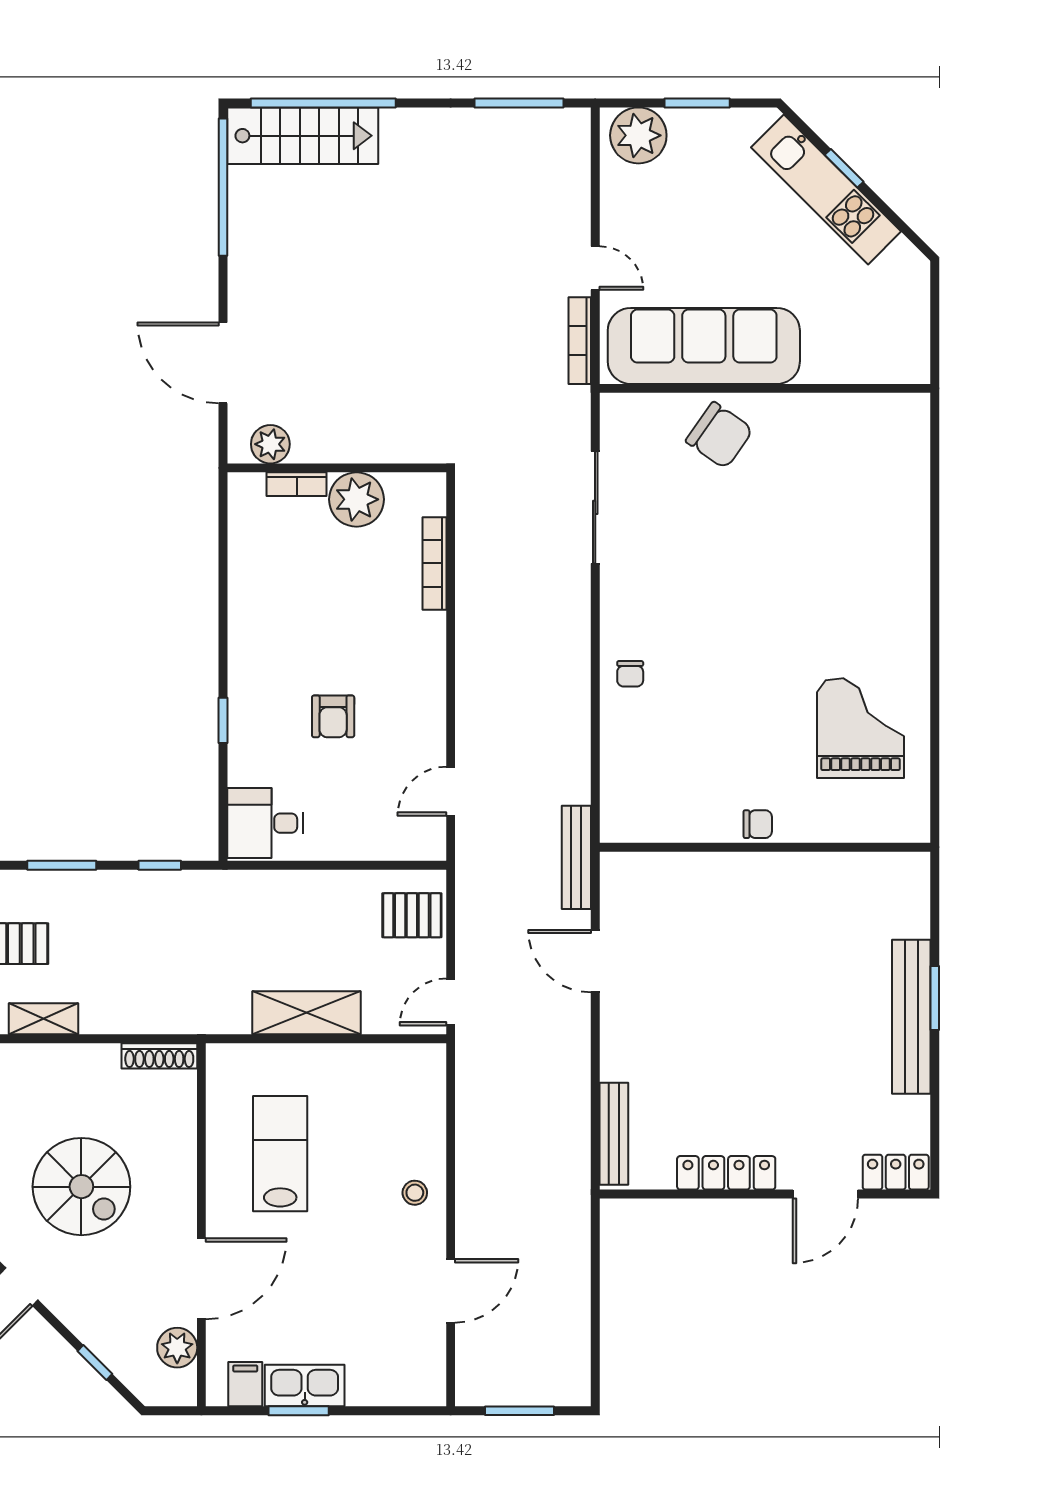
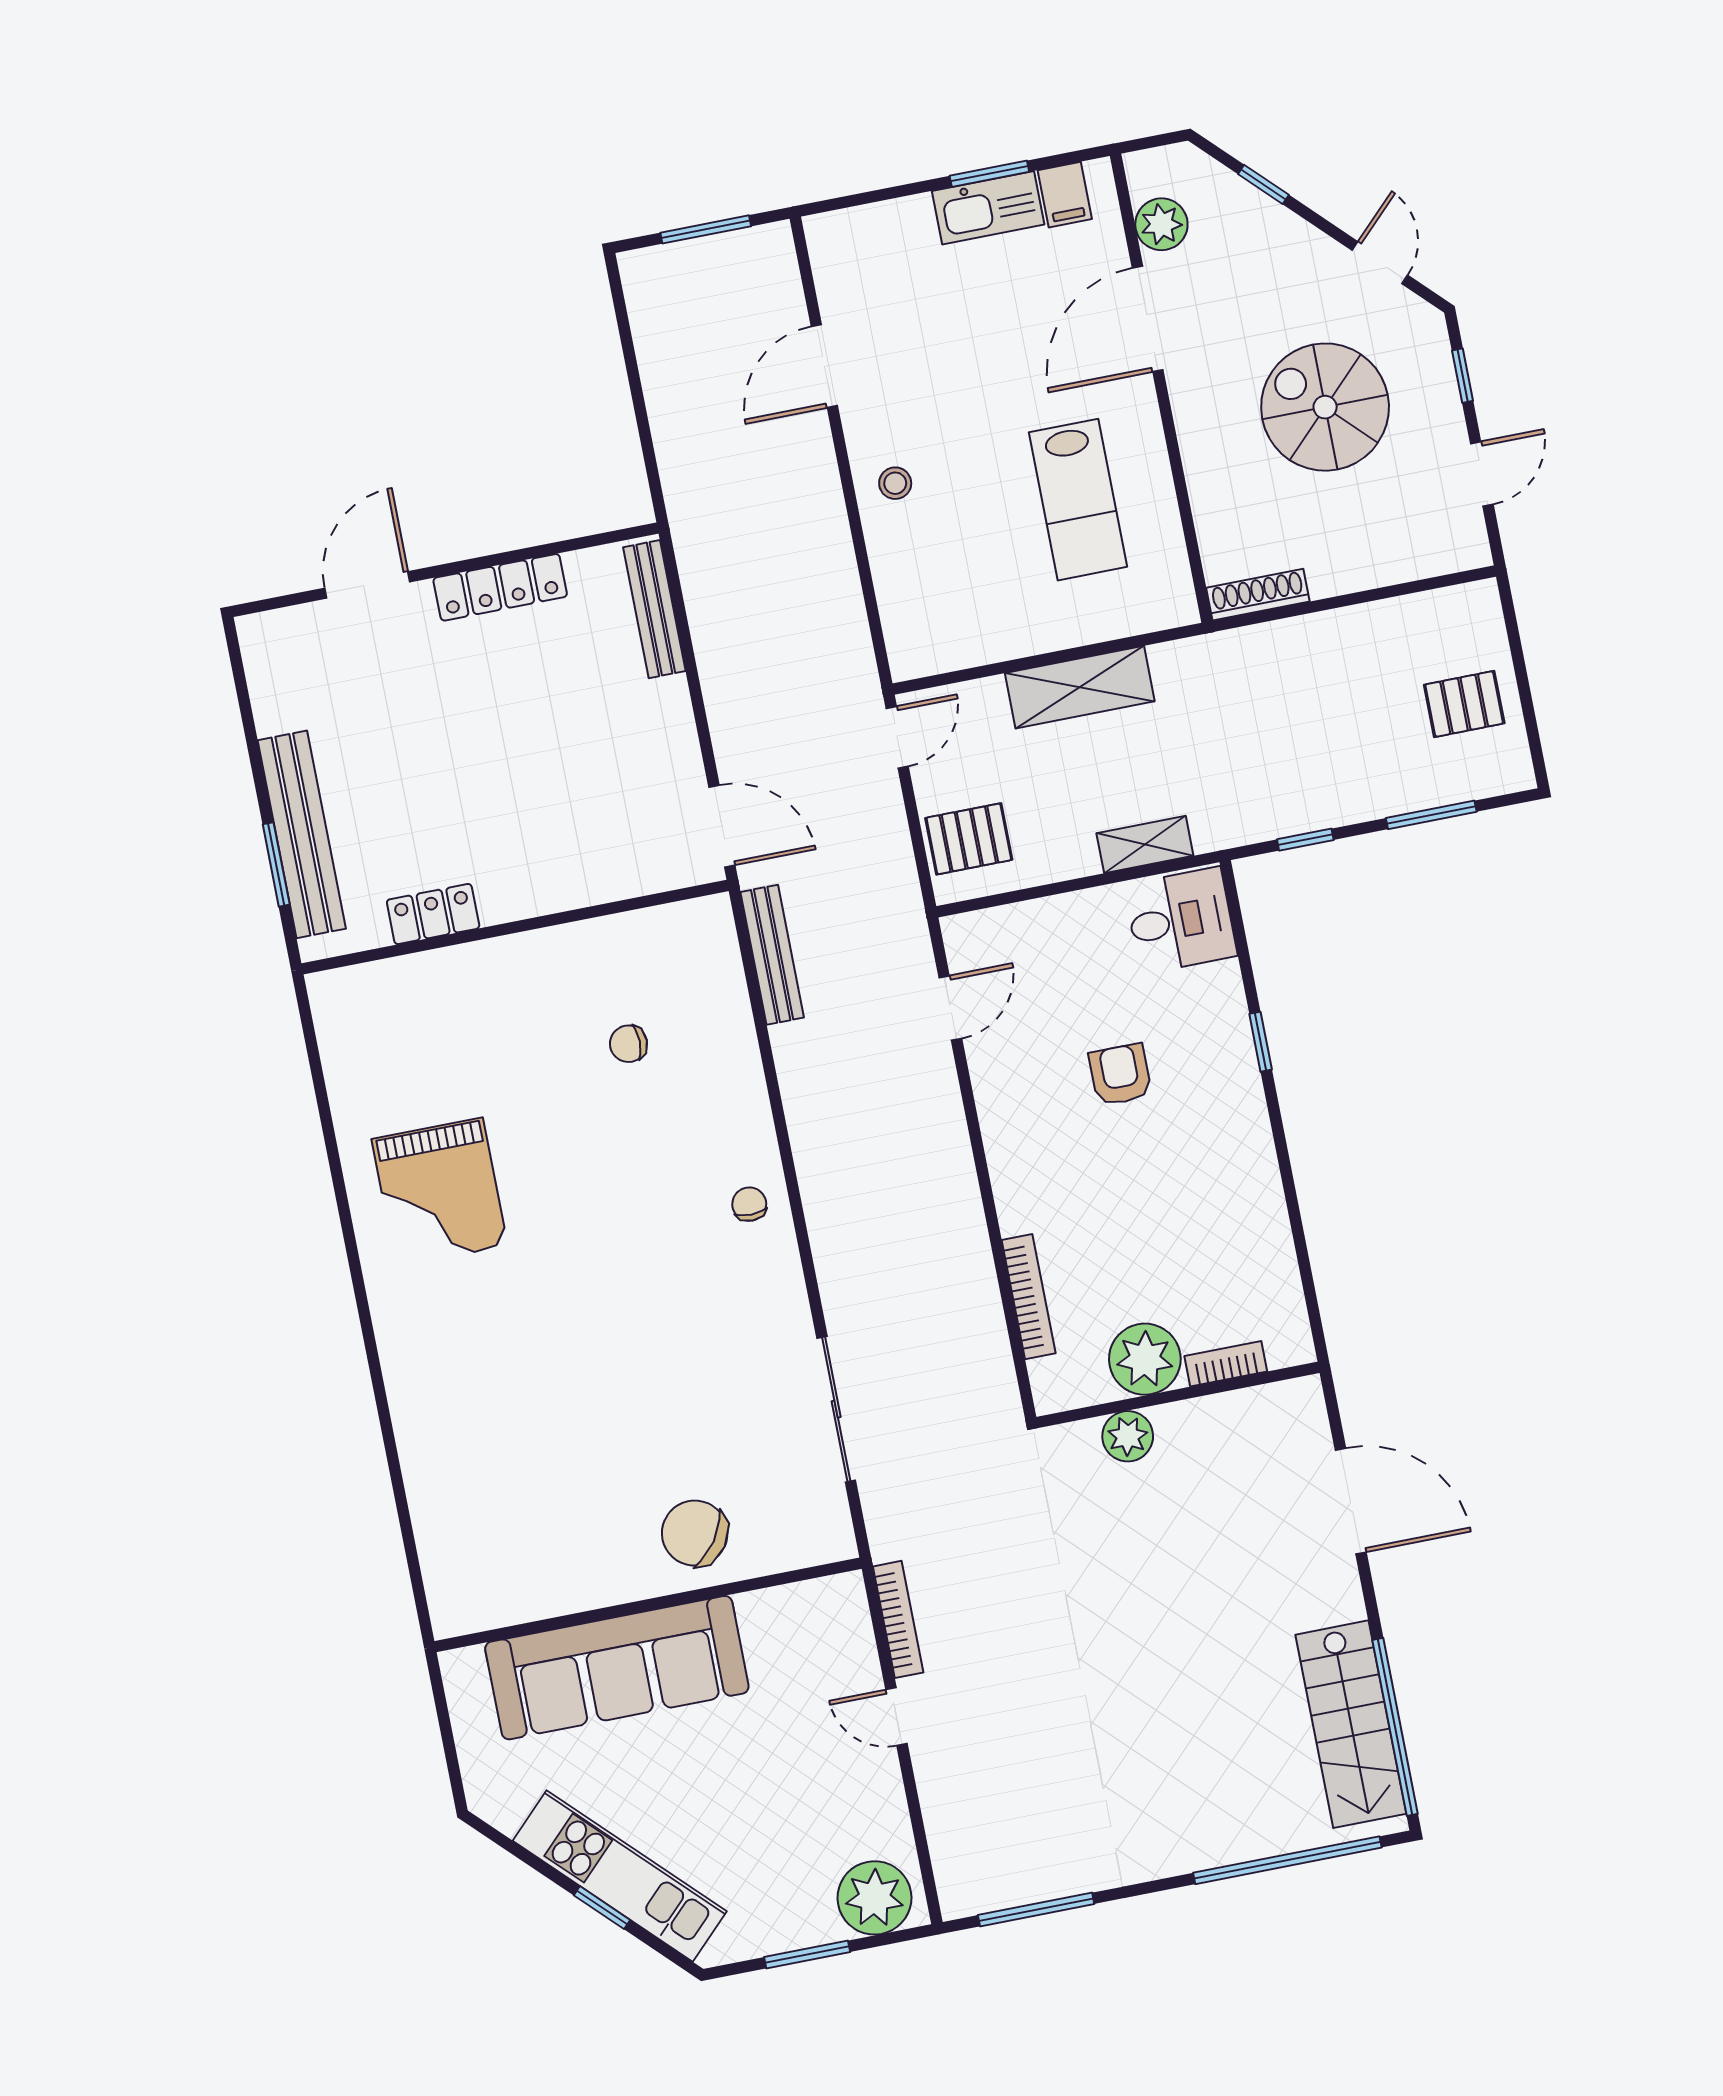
stairs: (303, 136) -> (1351, 1724), moved, turned -90
sofa: (704, 346) -> (617, 1668), moved
plant: (270, 444) -> (1128, 1436), moved
chair: (758, 824) -> (628, 1044), moved
wall: (765, 847) -> (515, 927), moved
shelving: (44, 1019) -> (1145, 844), moved
locker: (896, 1172) -> (433, 914), moved, turned 180

